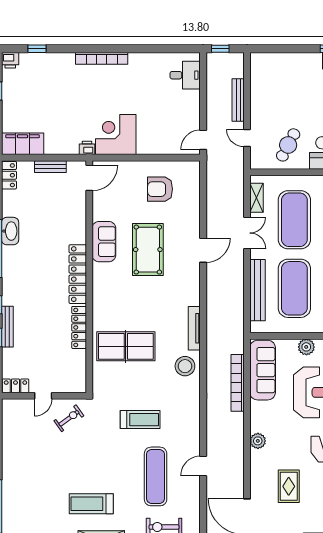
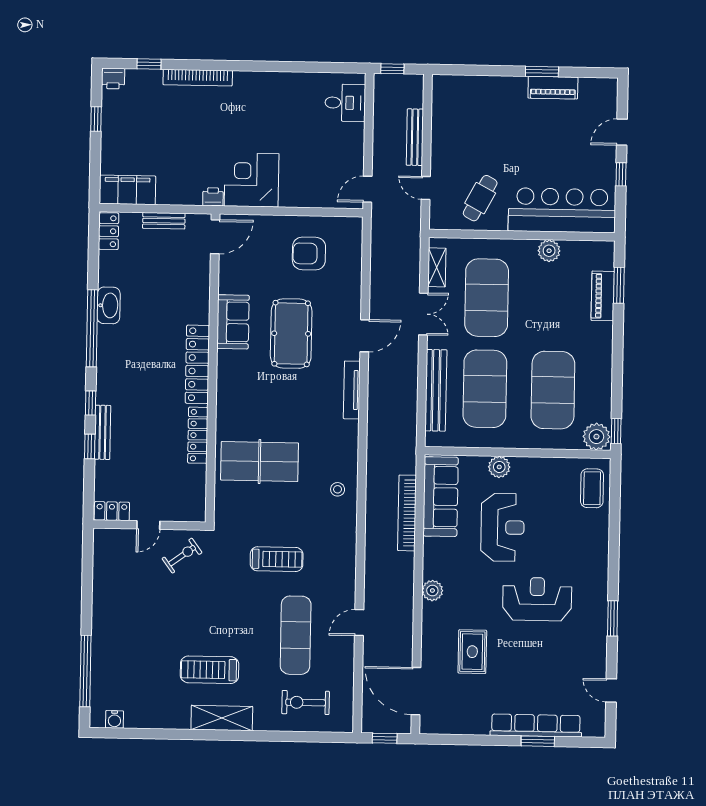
bookcase: (102, 58) -> (198, 78), moved
tv unit: (194, 328) -> (352, 390), moved
stool: (185, 366) -> (338, 489), width x0.53, depth x0.53

